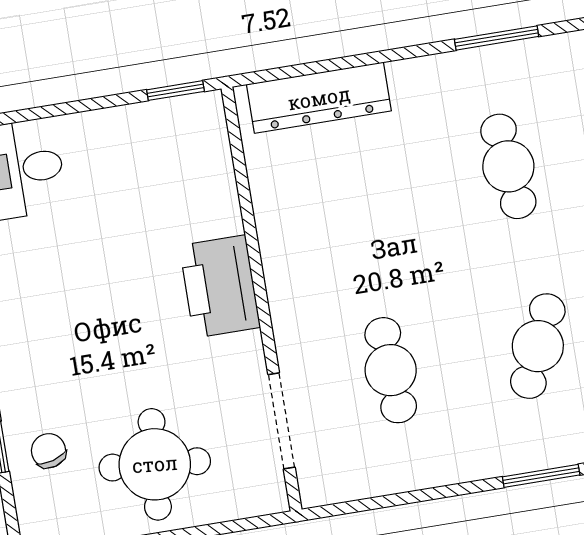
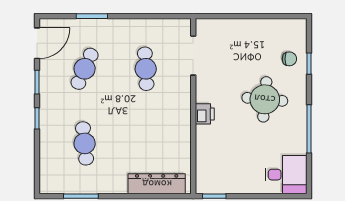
printer: (220, 286) -> (205, 114), width x0.53, depth x0.68
chair: (49, 451) -> (289, 59), turned -74
round table: (155, 464) -> (265, 99), moved

